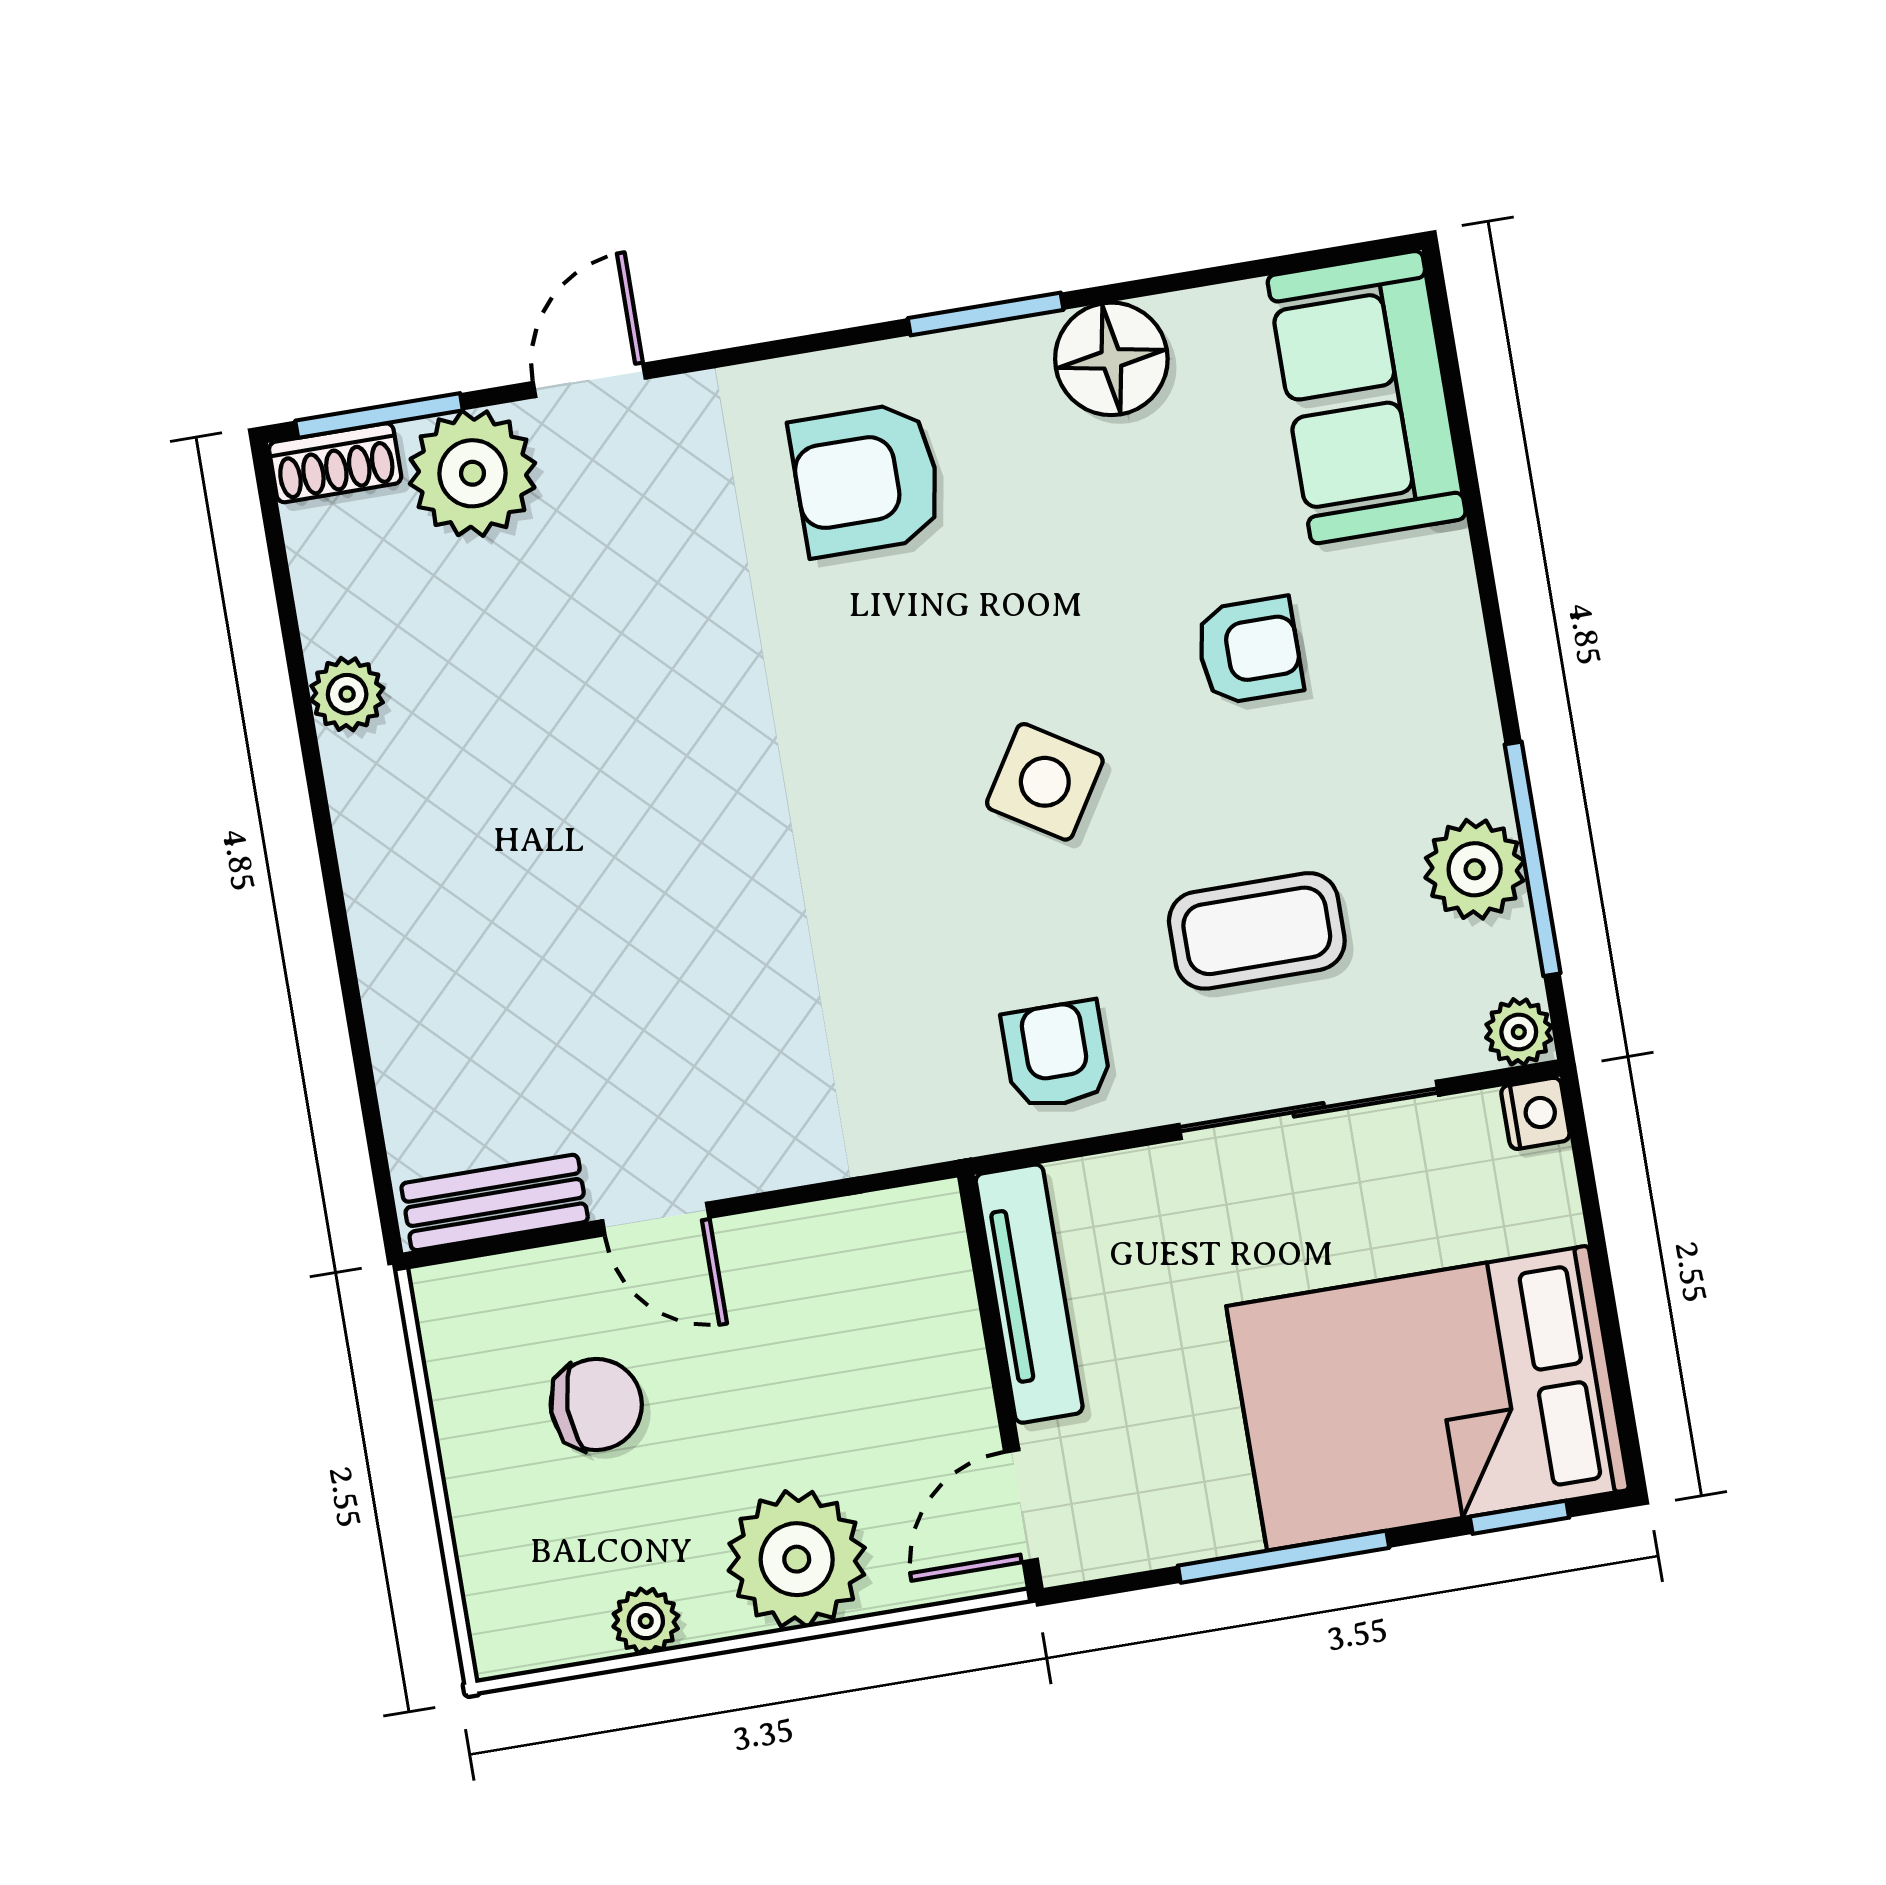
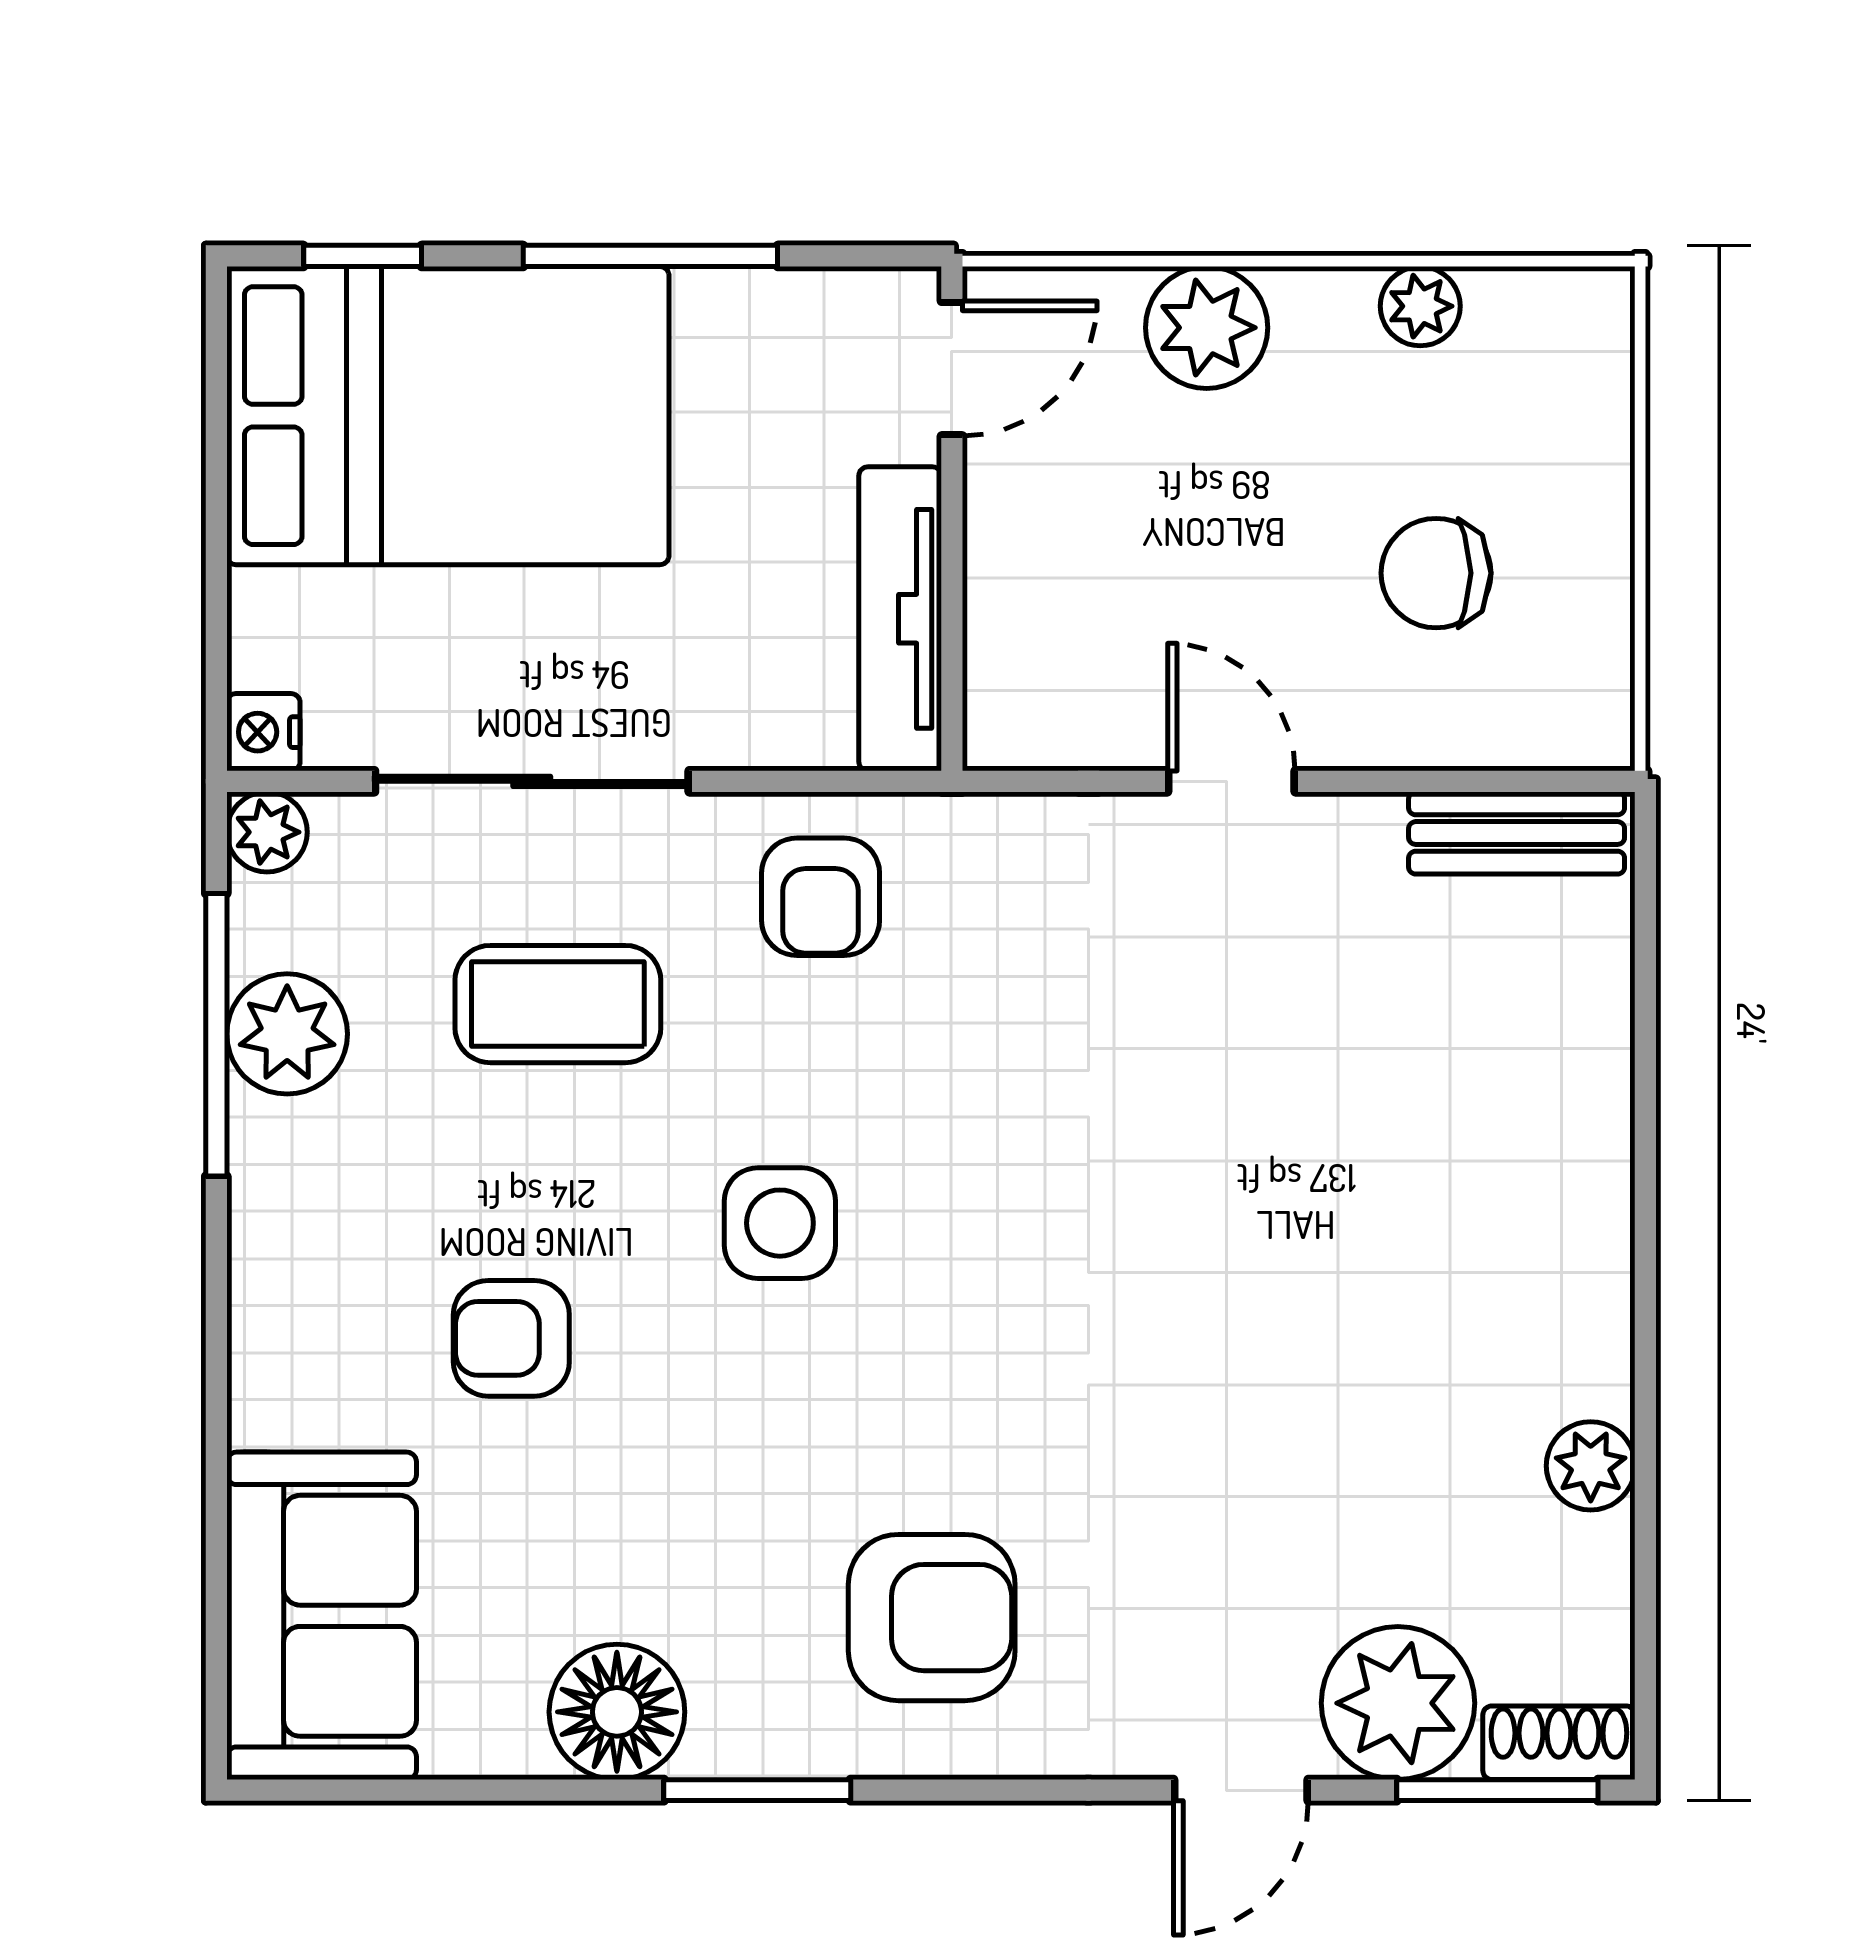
side table: (1045, 782) -> (780, 1223), turned -32
door: (656, 1219) -> (1231, 781), moved
plant: (797, 1559) -> (1207, 328), width x0.73, depth x0.73

